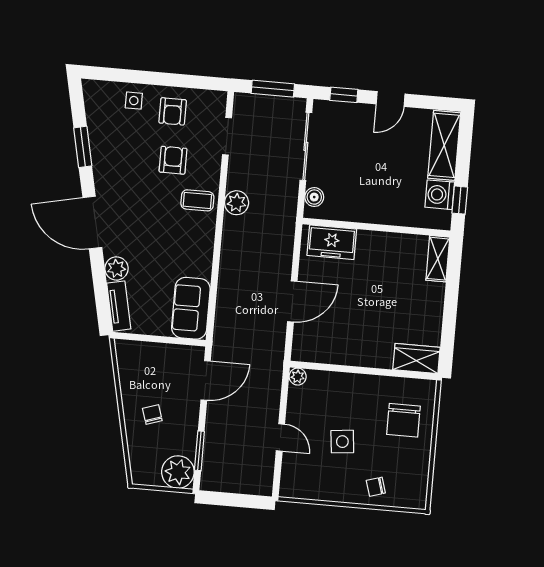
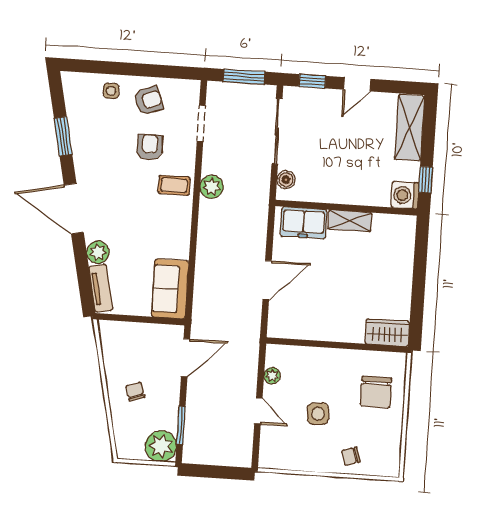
armchair: (173, 111) -> (148, 101), turned -111
washing machine: (440, 195) -> (405, 195), moved
shelving: (438, 259) -> (350, 221), moved, turned 90
plant: (298, 377) -> (272, 376), moved

